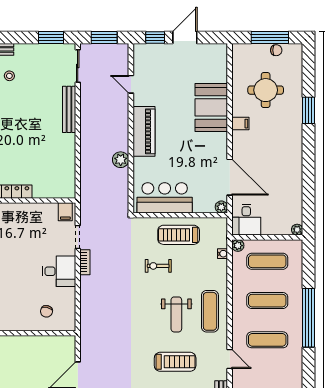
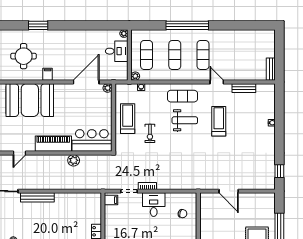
booth: (211, 107) -> (30, 100), width x1.36, depth x1.42
bar counter: (165, 198) -> (92, 140), moved, turned 90
desk: (246, 220) -> (117, 51), moved
treadmill: (179, 235) -> (128, 119), turned 180
door: (230, 359) -> (217, 82), hinge flipped

